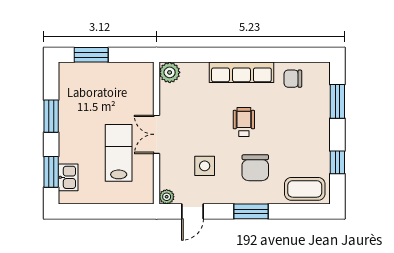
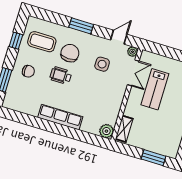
chair: (293, 79) -> (28, 71), moved
shelving: (145, 83) -> (124, 129), added
wheelchair: (244, 122) -> (61, 75), moved, turned 90
double door: (156, 134) -> (133, 73), moved
coffee table: (305, 189) -> (42, 42), moved

